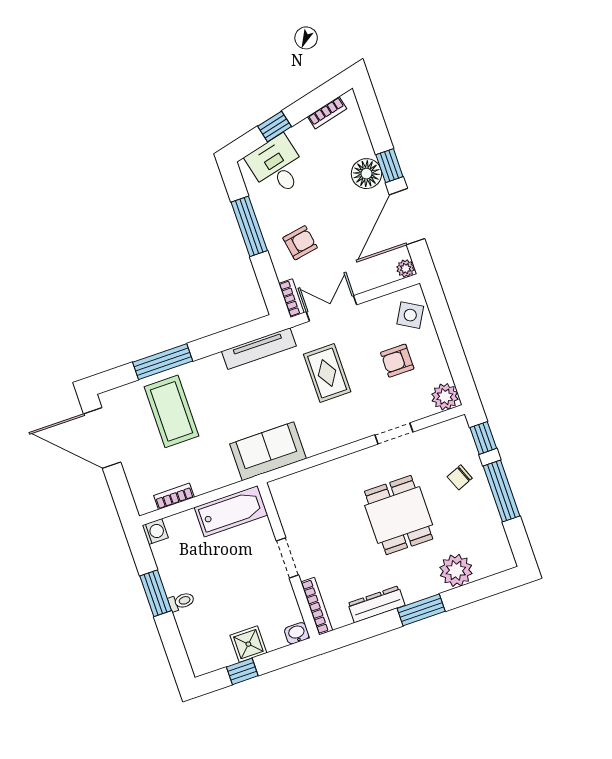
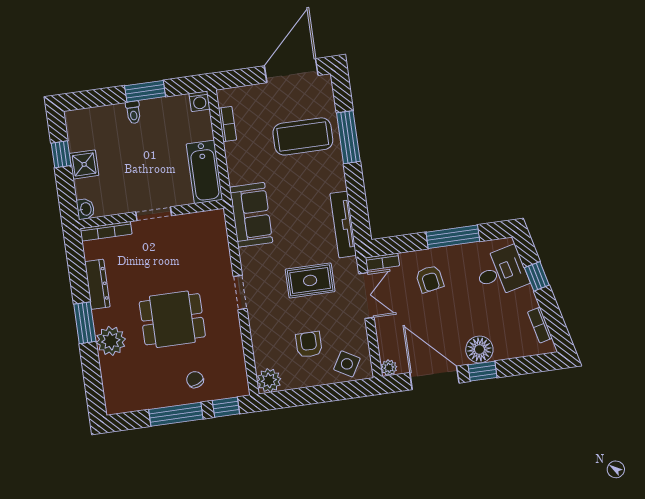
doorway: (394, 433) -> (240, 293), moved
plant: (456, 570) -> (111, 341), moved

